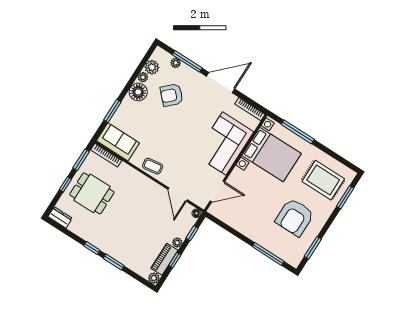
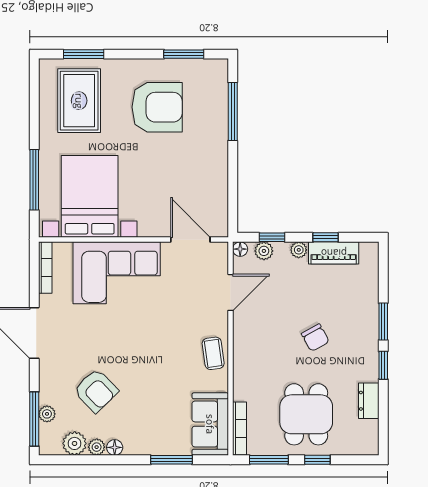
window: (187, 61) -> (34, 419), moved
floor lamp: (138, 92) -> (115, 447), width x0.53, depth x0.53
dresser: (60, 217) -> (369, 401), moved
chair: (128, 223) -> (315, 338), added
plant: (154, 278) -> (264, 251), moved

